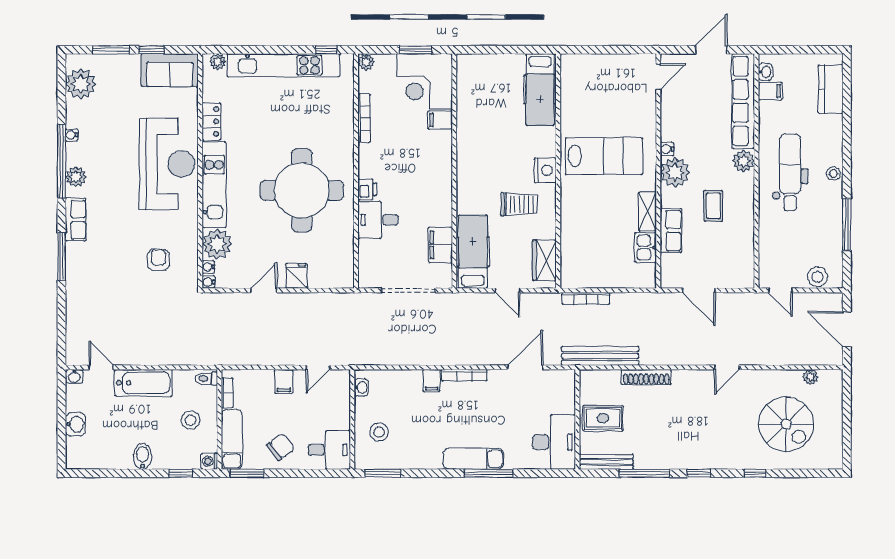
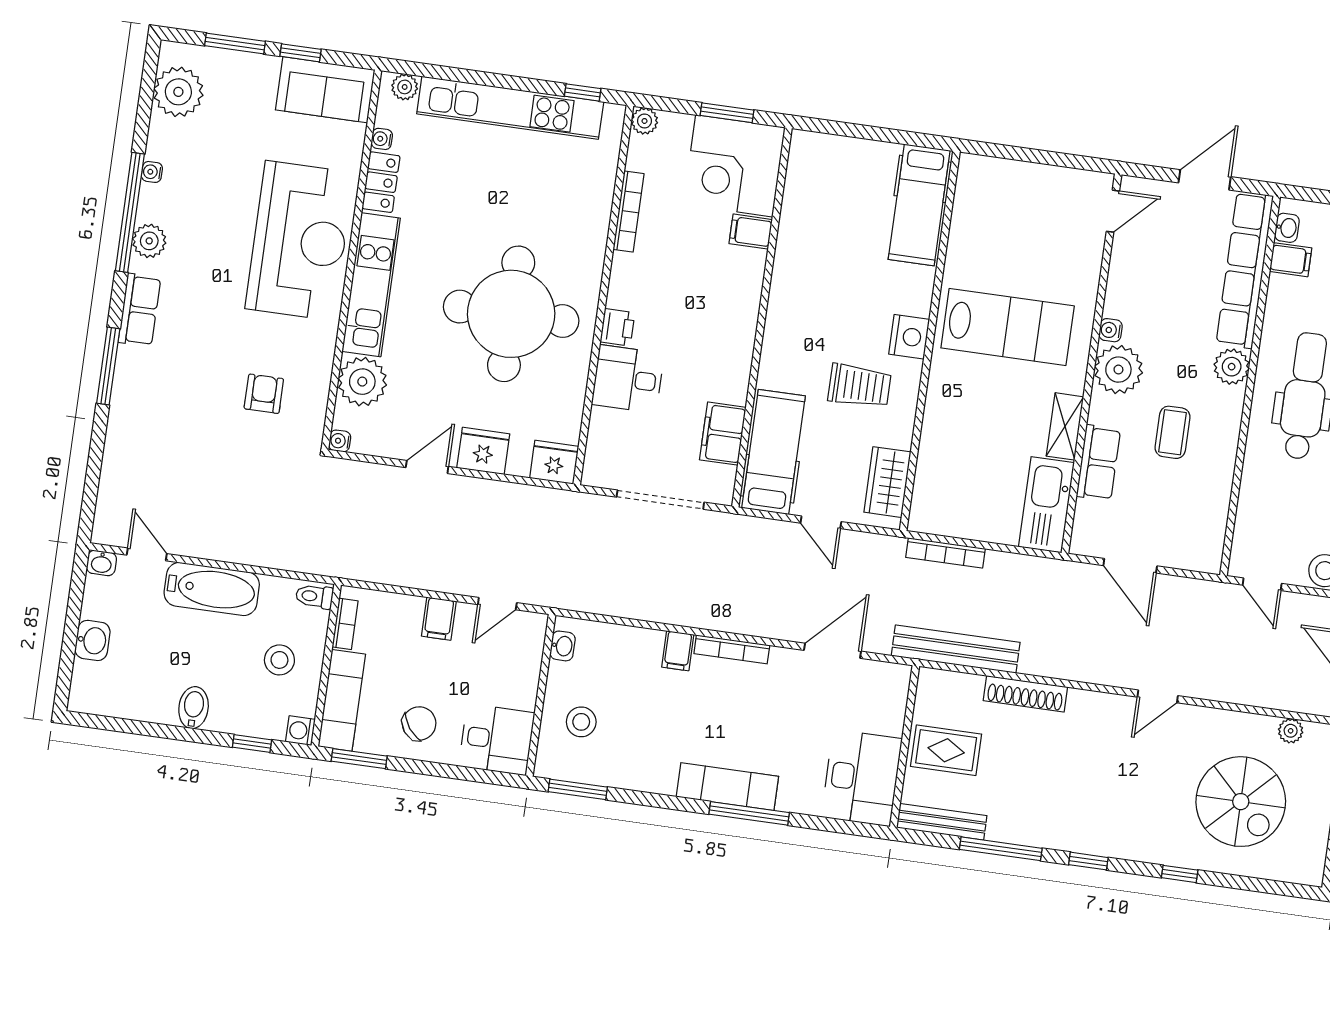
kitchen sink: (645, 248) -> (1046, 505), width x1.87, depth x1.24
water cooler: (208, 267) -> (382, 139), moved
fridge: (296, 276) -> (483, 451), width x1.38
fridge: (340, 277) -> (554, 462), added

